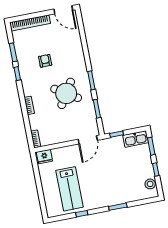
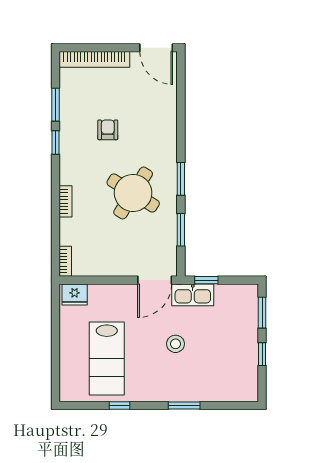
kitchen sink: (136, 139) -> (193, 295), moved
stool: (150, 184) -> (175, 344), moved

